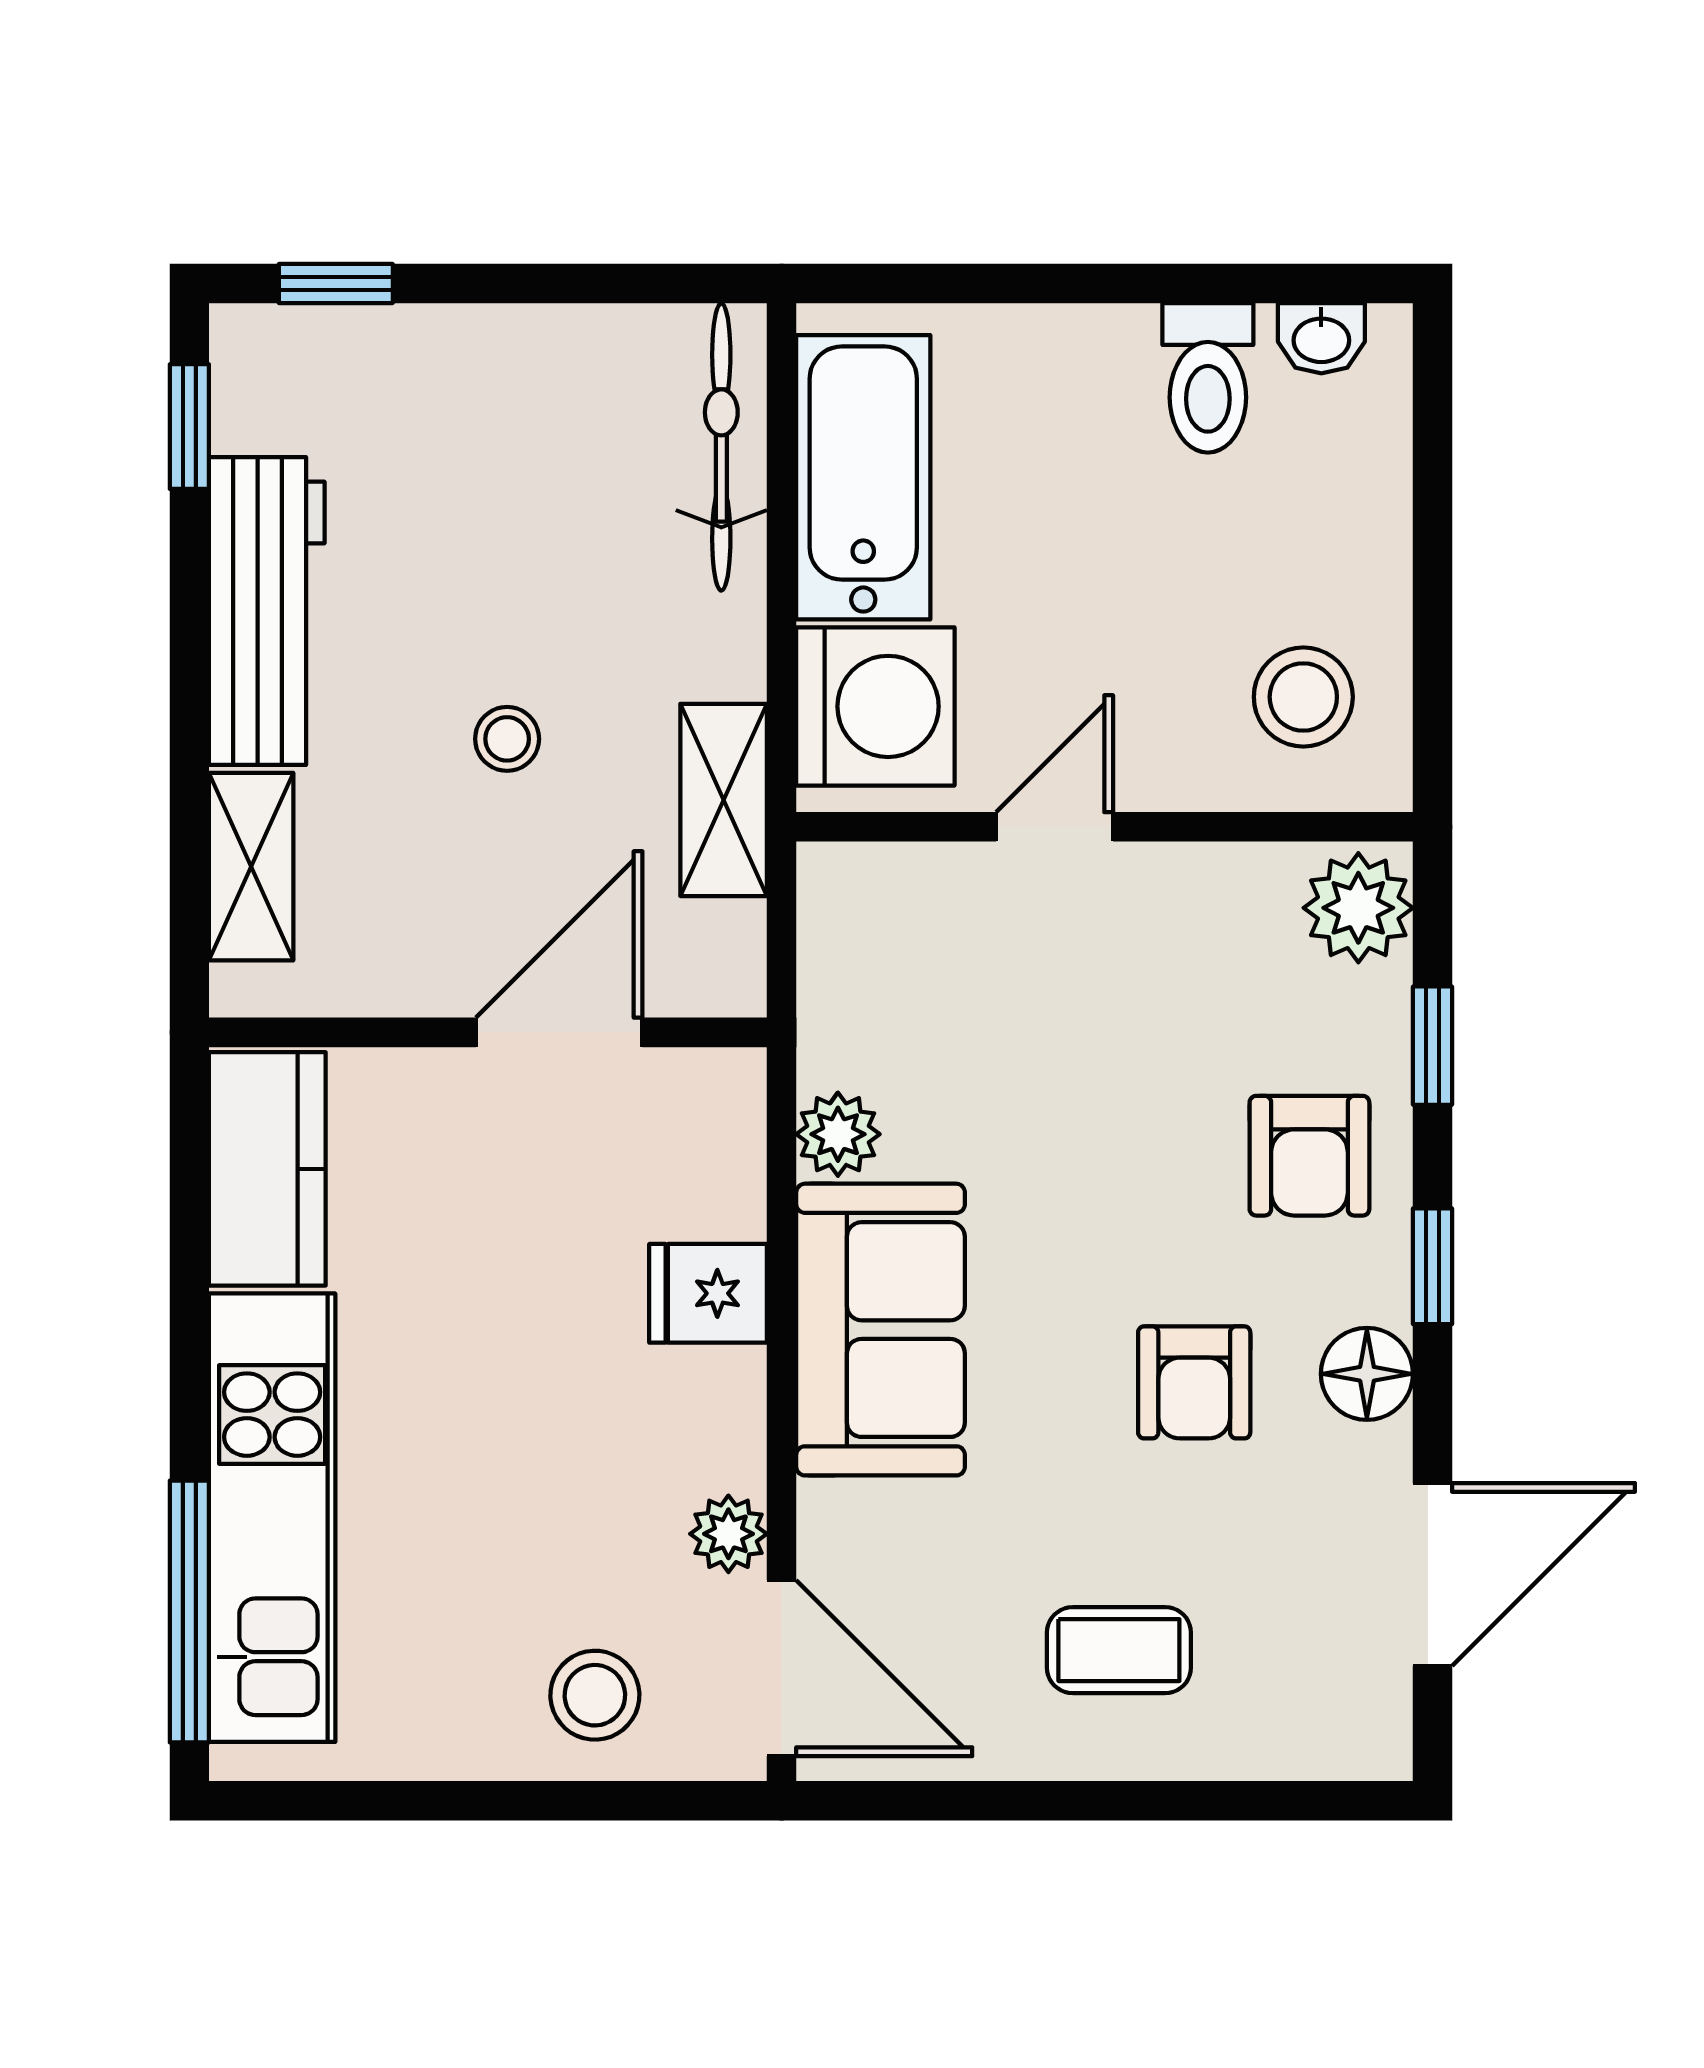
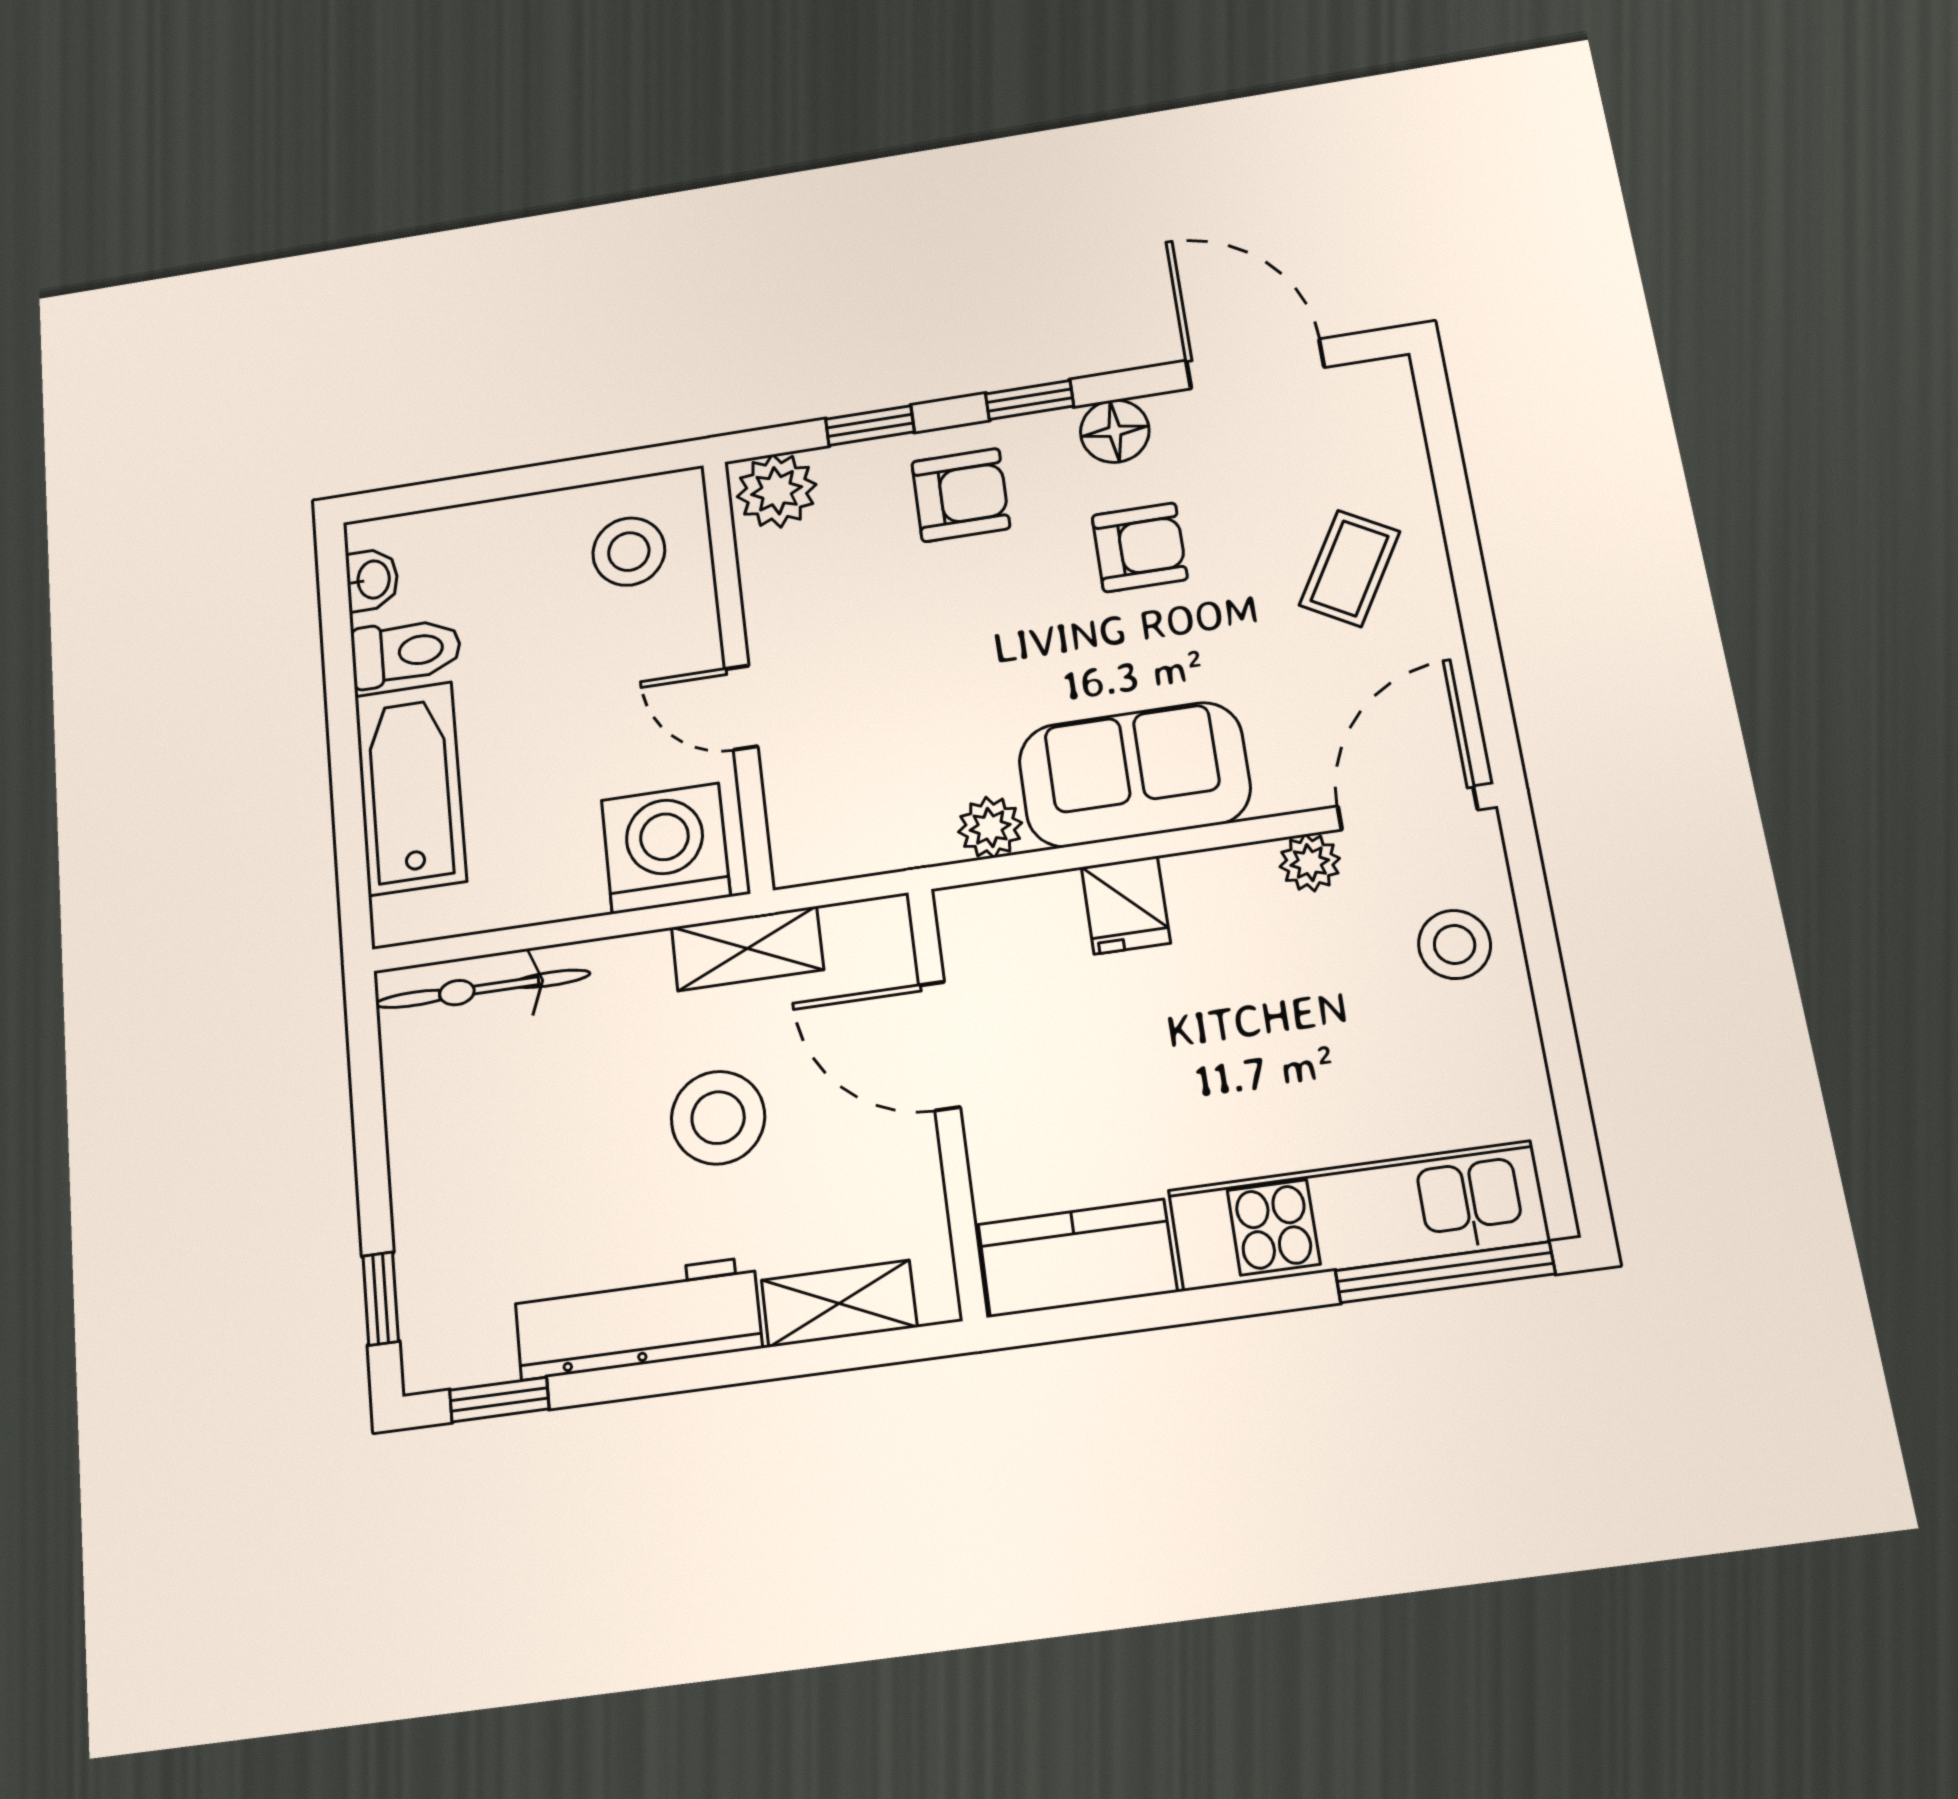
bathtub: (863, 477) -> (410, 788), moved, turned 90
stool: (507, 739) -> (718, 1118), width x1.89, depth x1.89
coffee table: (1119, 1650) -> (1350, 568), turned 30

